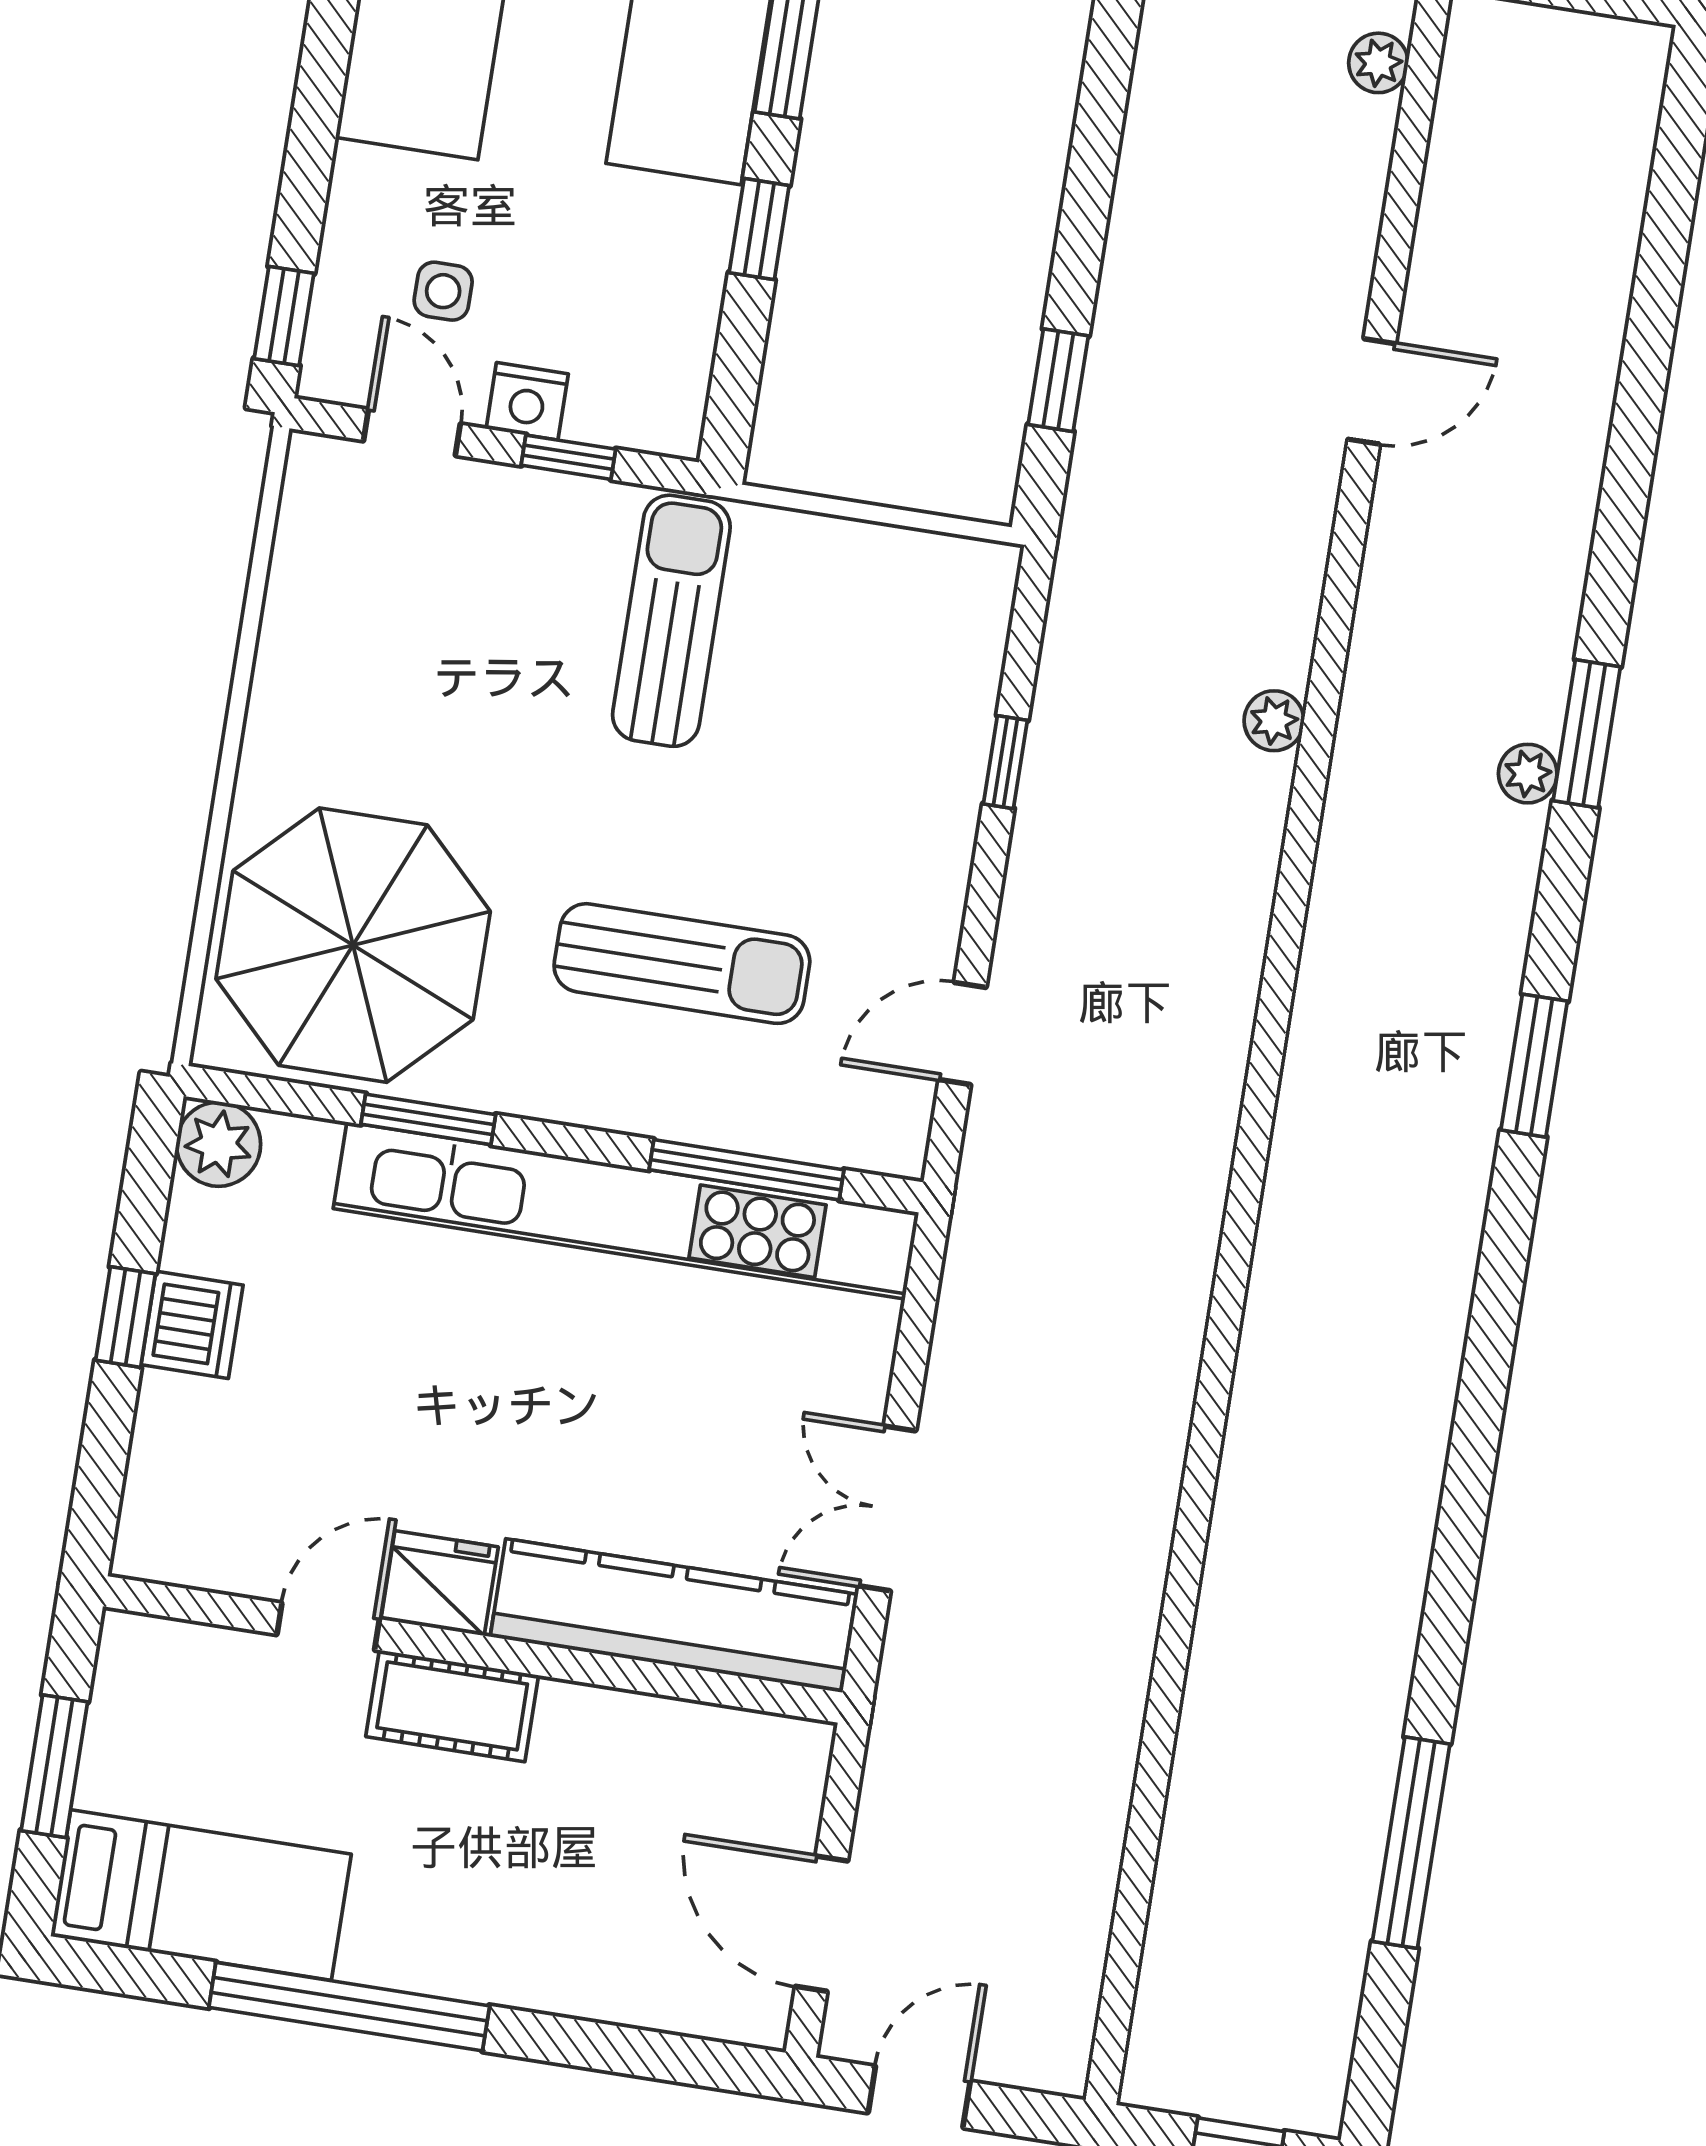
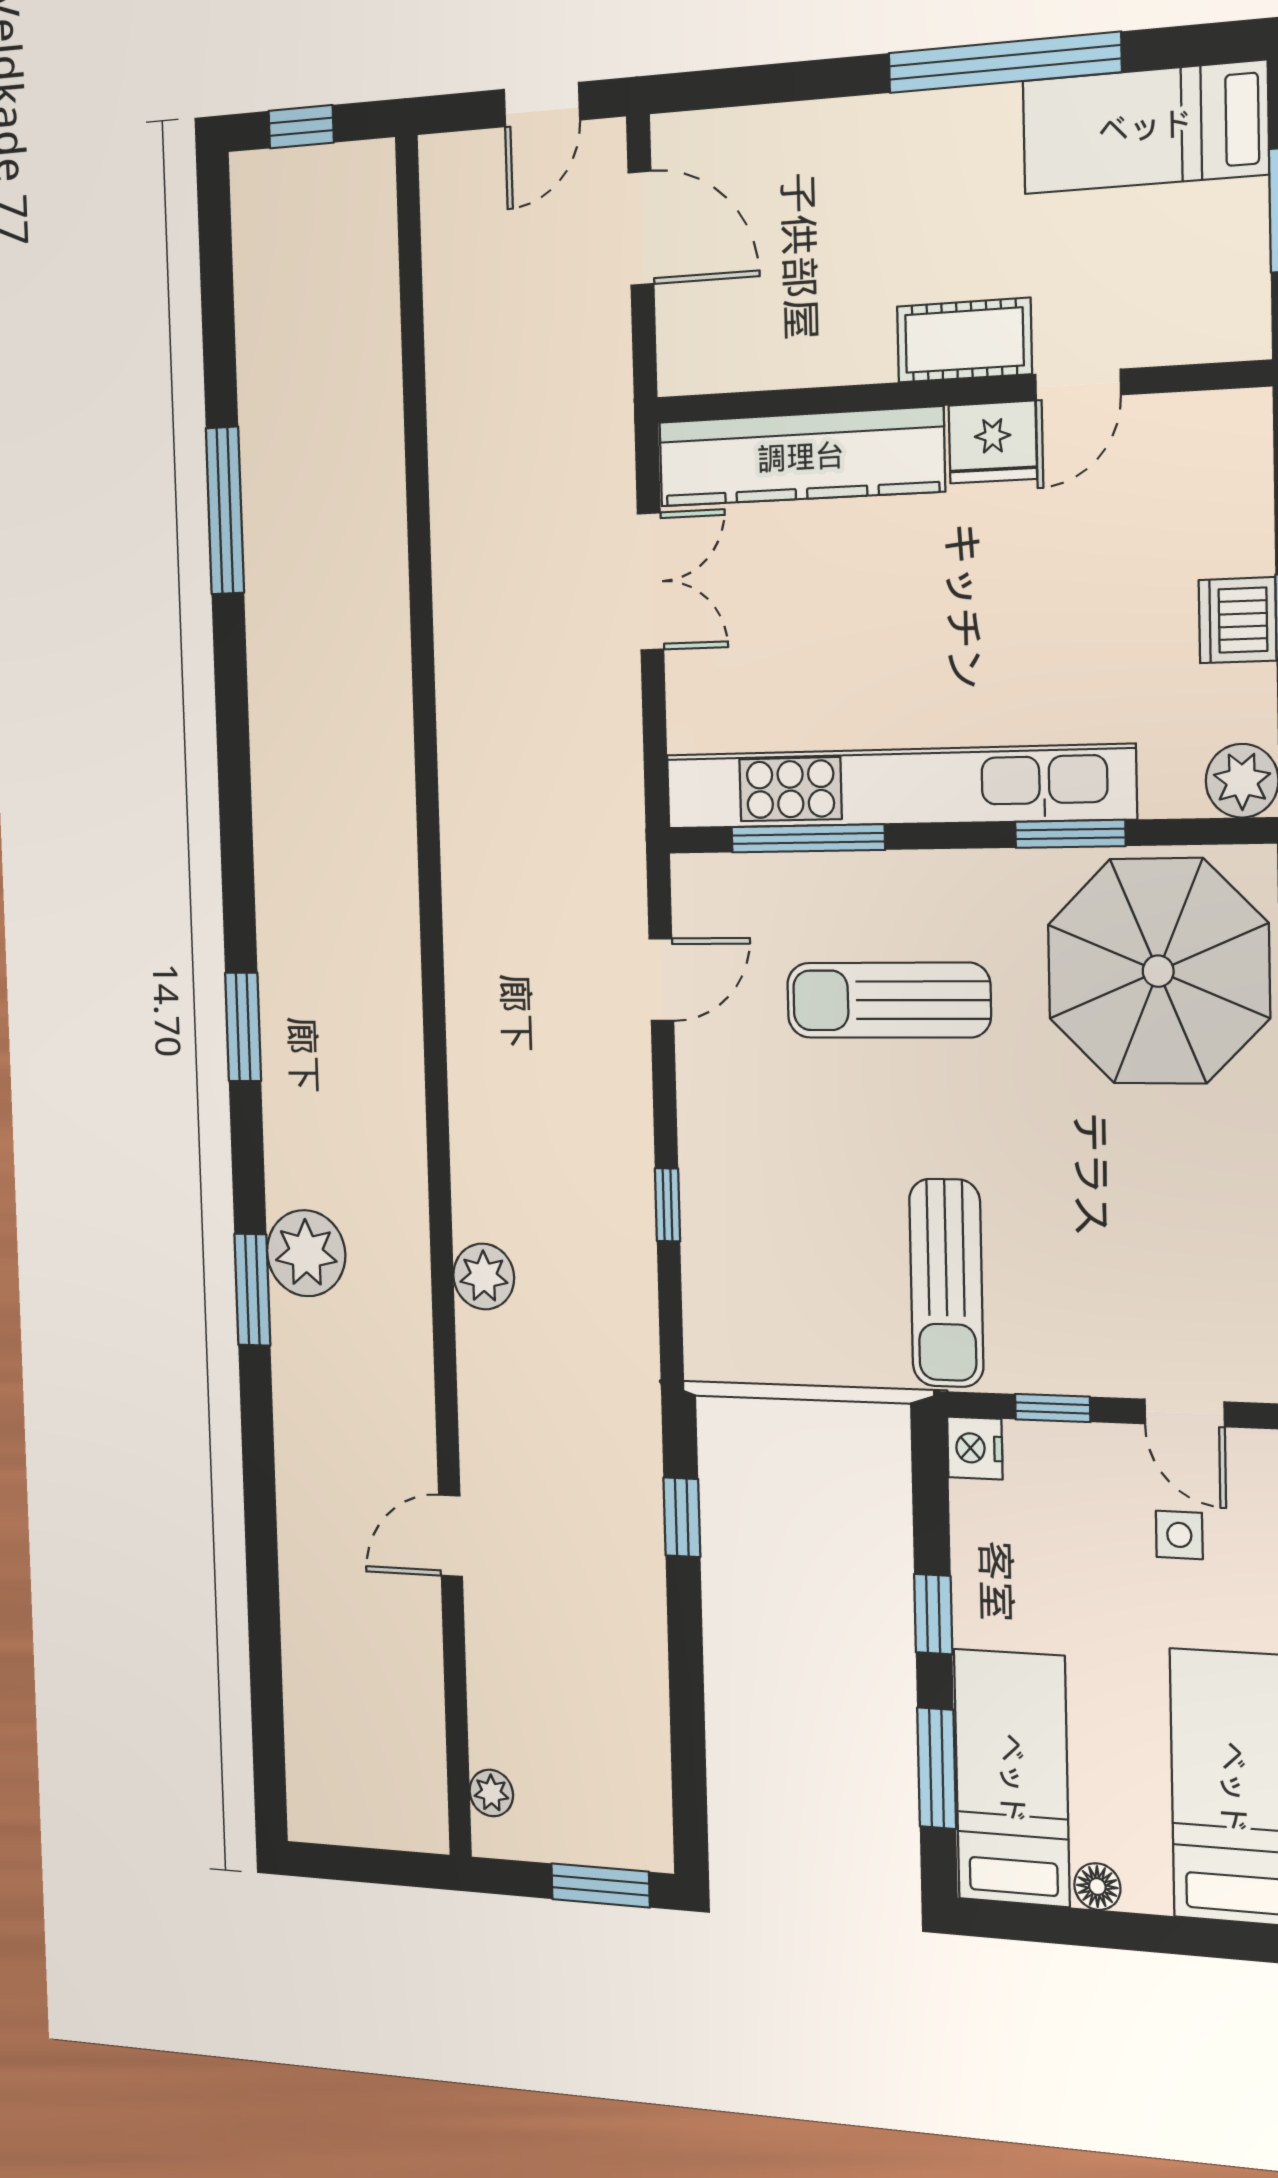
nightstand: (527, 401) -> (975, 1448), moved, turned -90
plant: (1274, 721) -> (484, 1276), width x1.38, depth x1.38
plant: (1528, 774) -> (306, 1253), width x1.88, depth x1.88
window: (1411, 1843) -> (225, 510), moved

